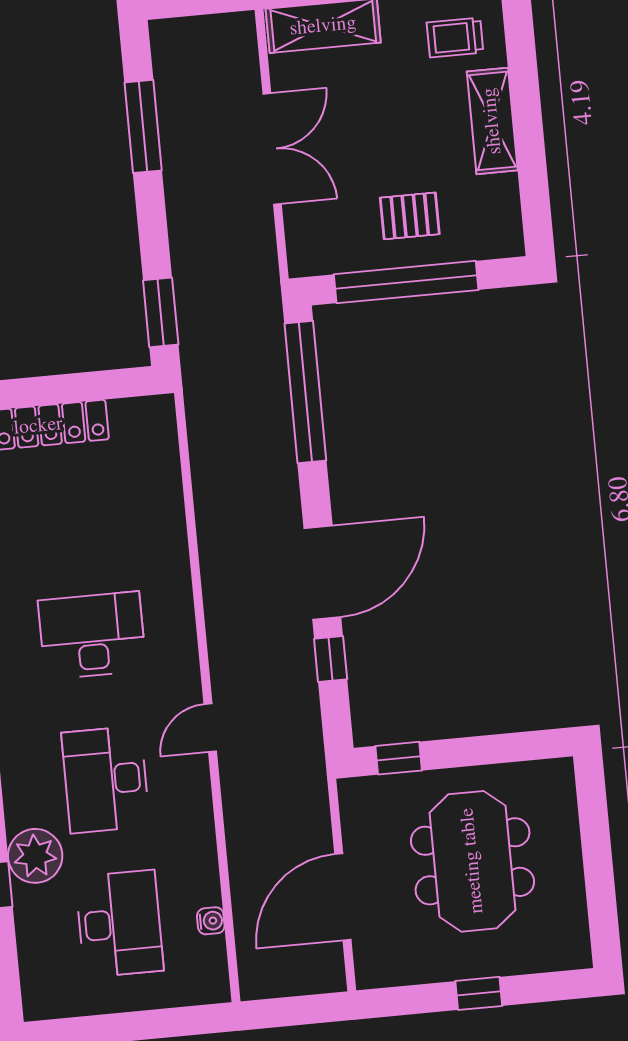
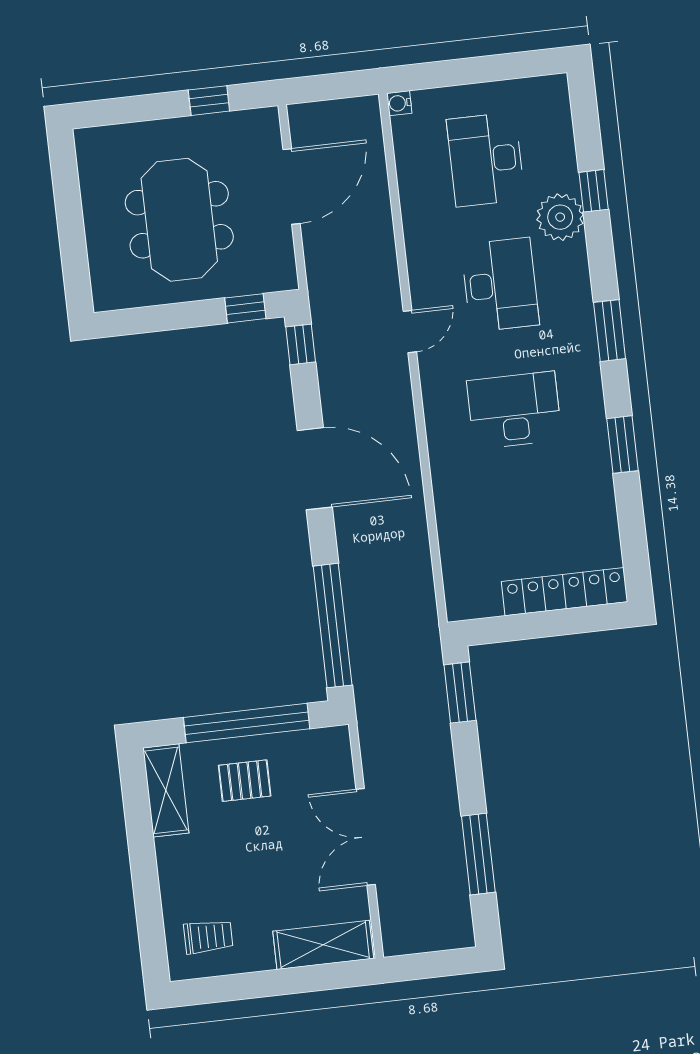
shelving: (492, 121) -> (166, 790), moved
door: (322, 573) -> (315, 469), swing flipped
desk: (92, 635) -> (514, 410), turned 180
window: (331, 659) -> (301, 344), moved
water cooler: (211, 921) -> (399, 103), moved
window: (479, 993) -> (209, 101), moved

